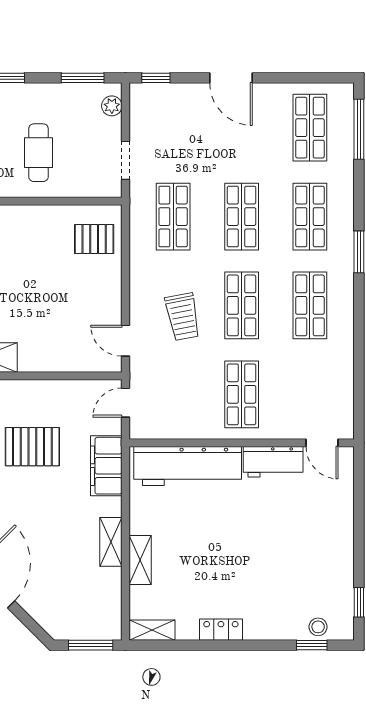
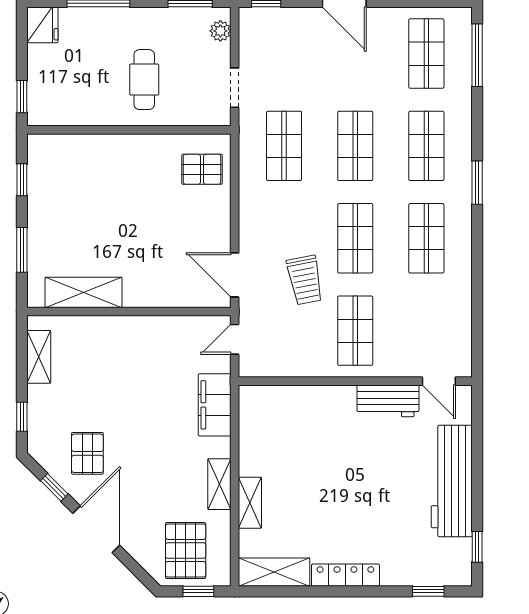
trolley: (183, 317) -> (305, 280), moved
door: (125, 341) -> (235, 275), width x1.38
pallet: (32, 447) -> (186, 551), moved, turned 90
workbench: (188, 466) -> (452, 481), moved, turned 90
stool: (318, 627) -> (435, 572), removed
shelving: (152, 630) -> (274, 572), width x1.50, depth x1.33
locker: (221, 630) -> (345, 575), width x1.53
window: (91, 645) -> (198, 591), width x0.67

